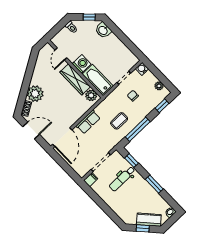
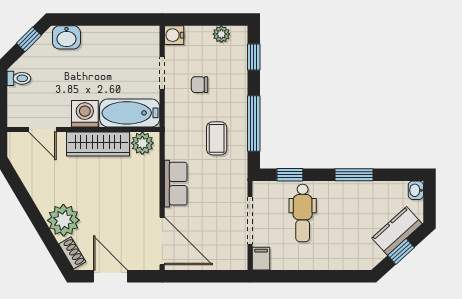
door: (31, 131) -> (110, 276), hinge flipped

